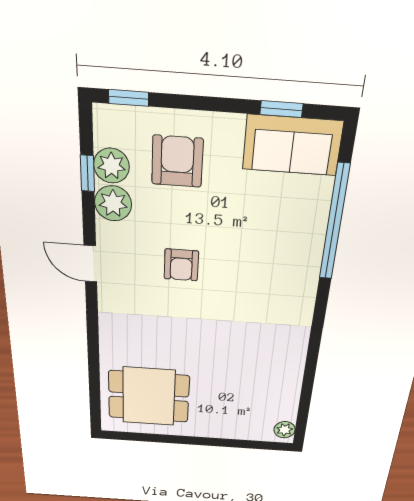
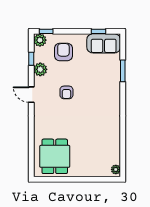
plant: (111, 166) -> (40, 40), moved
window: (334, 223) -> (123, 71), width x0.47
dining table: (149, 397) -> (55, 156), turned 90

